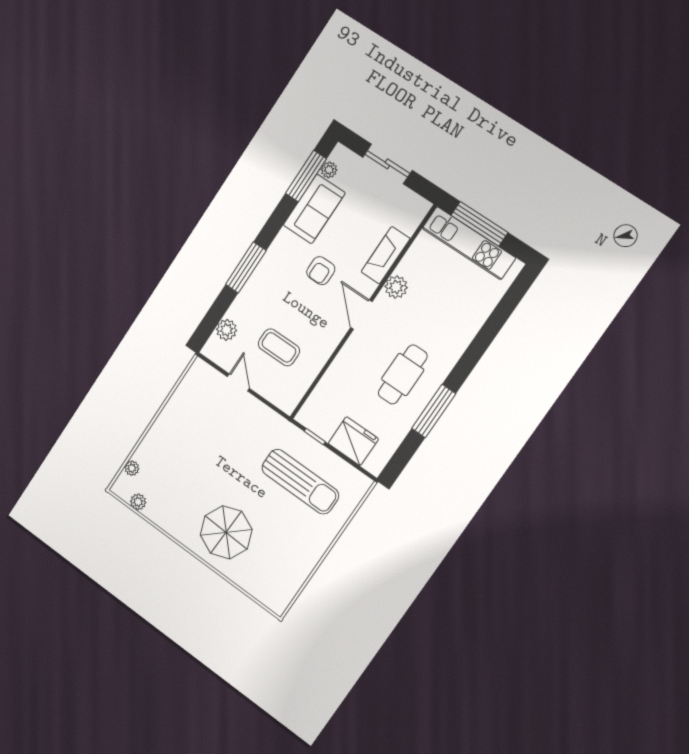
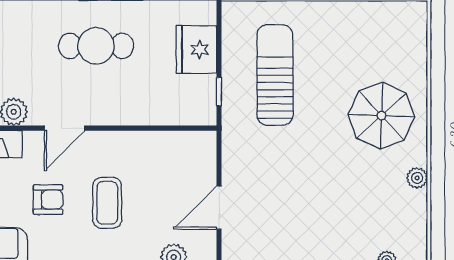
coffee table: (279, 347) -> (107, 203), moved
door: (238, 383) -> (219, 208), width x1.38
plant: (138, 502) -> (417, 178), moved

